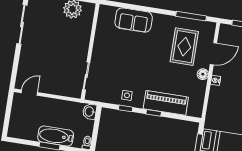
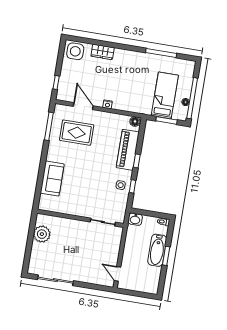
floor lamp: (203, 74) -> (135, 121), moved

